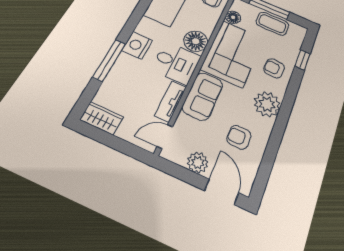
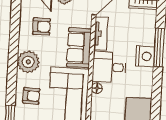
floor lamp: (196, 41) -> (97, 88), width x0.53, depth x0.53
nightstand: (137, 45) -> (145, 56), moved

